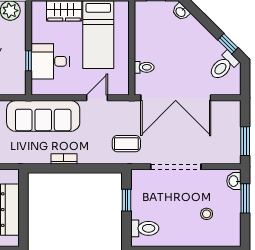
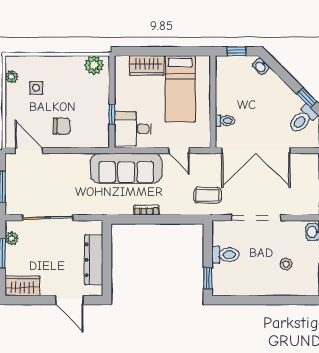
desk: (50, 61) -> (133, 129), moved
door: (97, 98) -> (179, 151), swing flipped
window: (127, 200) -> (208, 278), moved
toilet: (145, 228) -> (226, 255), moved

